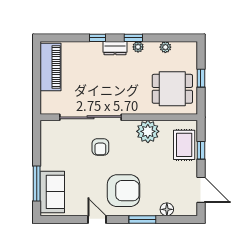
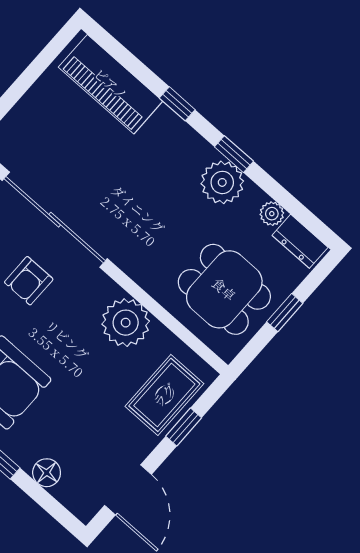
plant: (138, 47) -> (222, 182), width x1.87, depth x1.87
dresser: (115, 48) -> (300, 241), moved
piano: (51, 67) -> (111, 84), moved, turned 90

